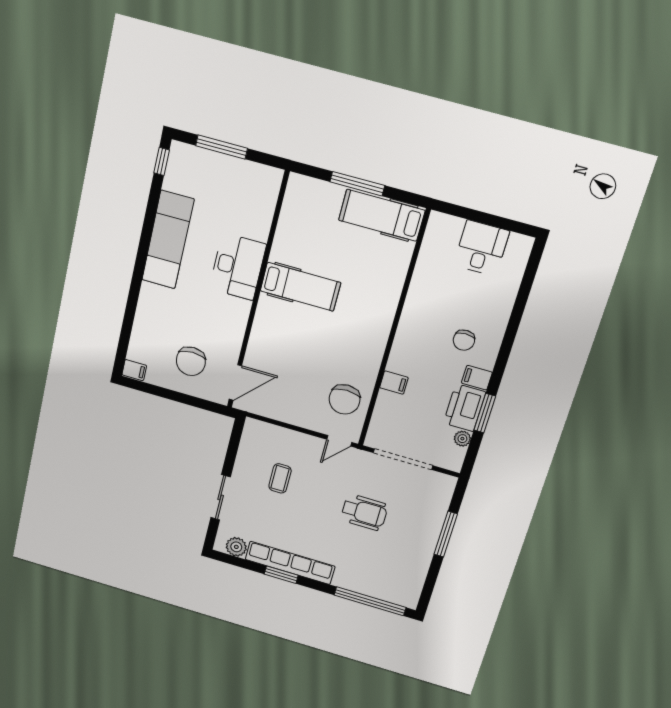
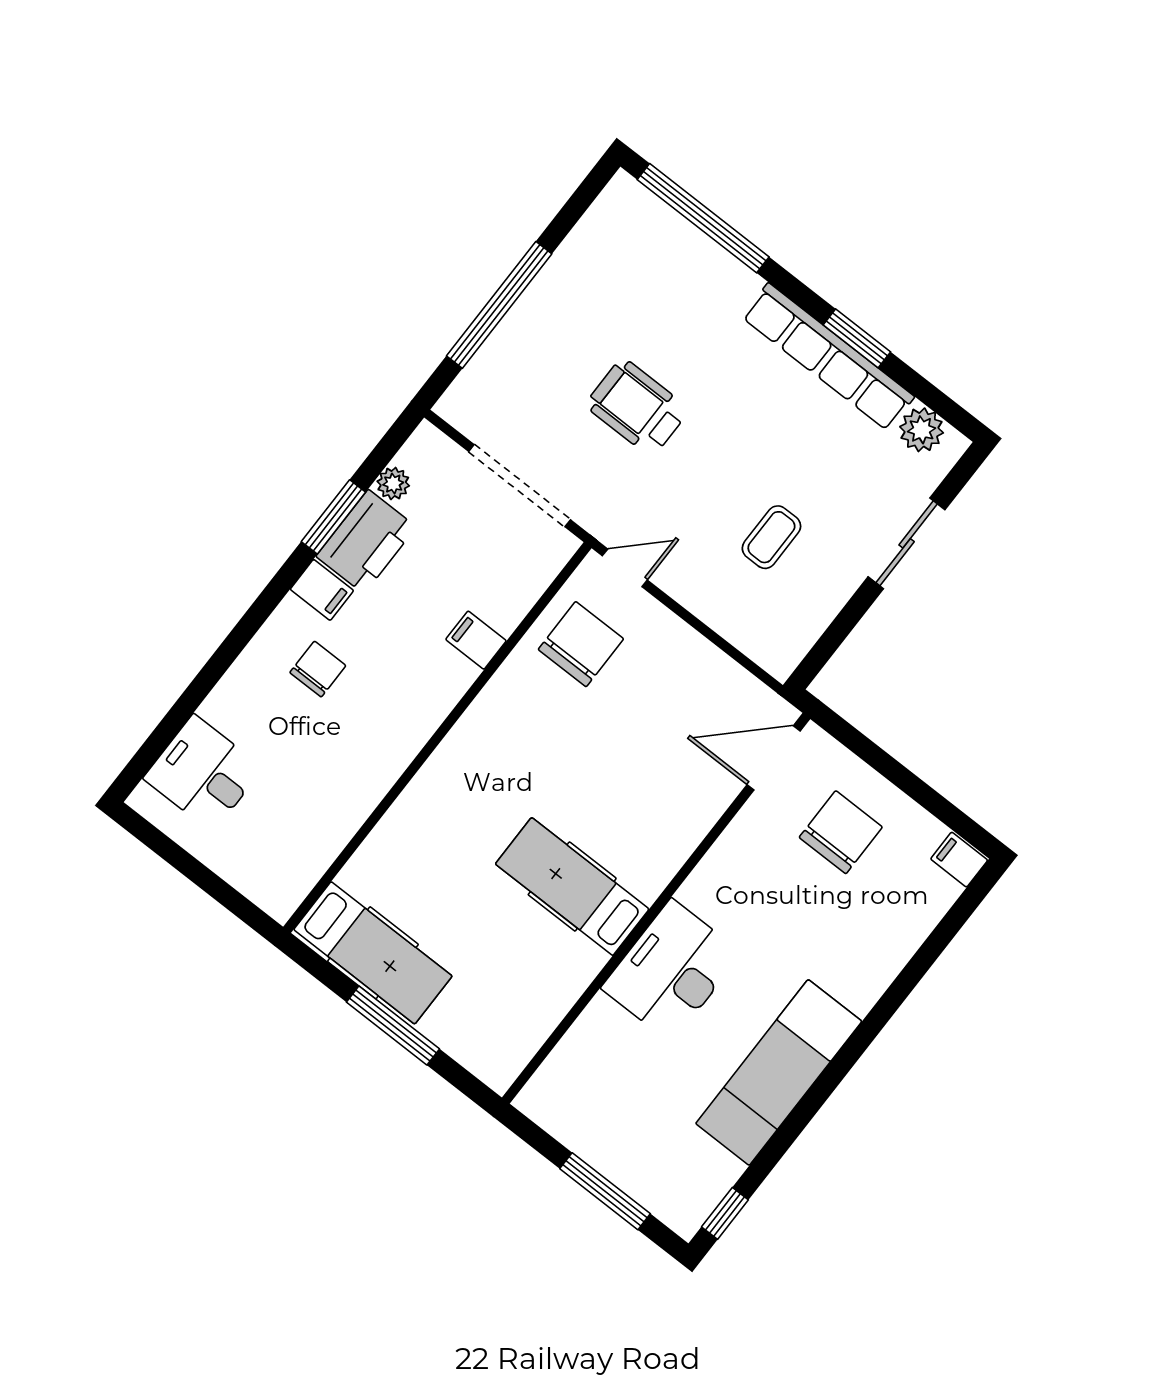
desk: (481, 248) -> (203, 773), moved, turned 90
window: (446, 534) -> (499, 305), width x1.46

